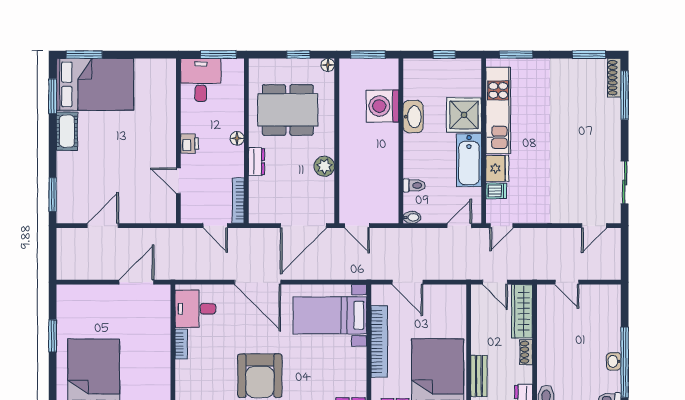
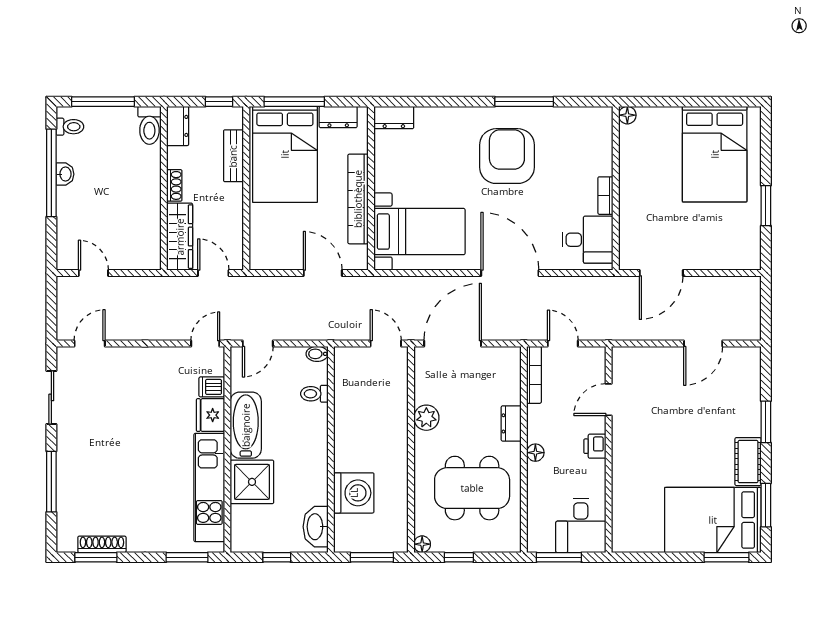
shoe rack: (614, 78) -> (102, 544), moved, turned -90
window: (625, 95) -> (51, 482), moved
washbasin: (413, 117) -> (316, 527), moved
door: (178, 181) -> (609, 400), swing flipped
window: (53, 195) -> (766, 422), moved
door: (567, 282) -> (93, 273), moved

